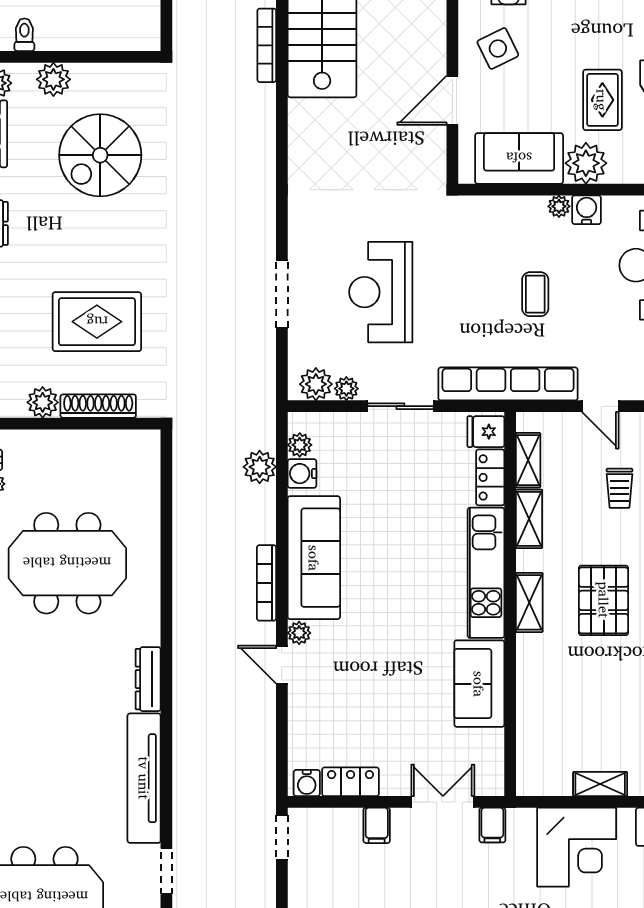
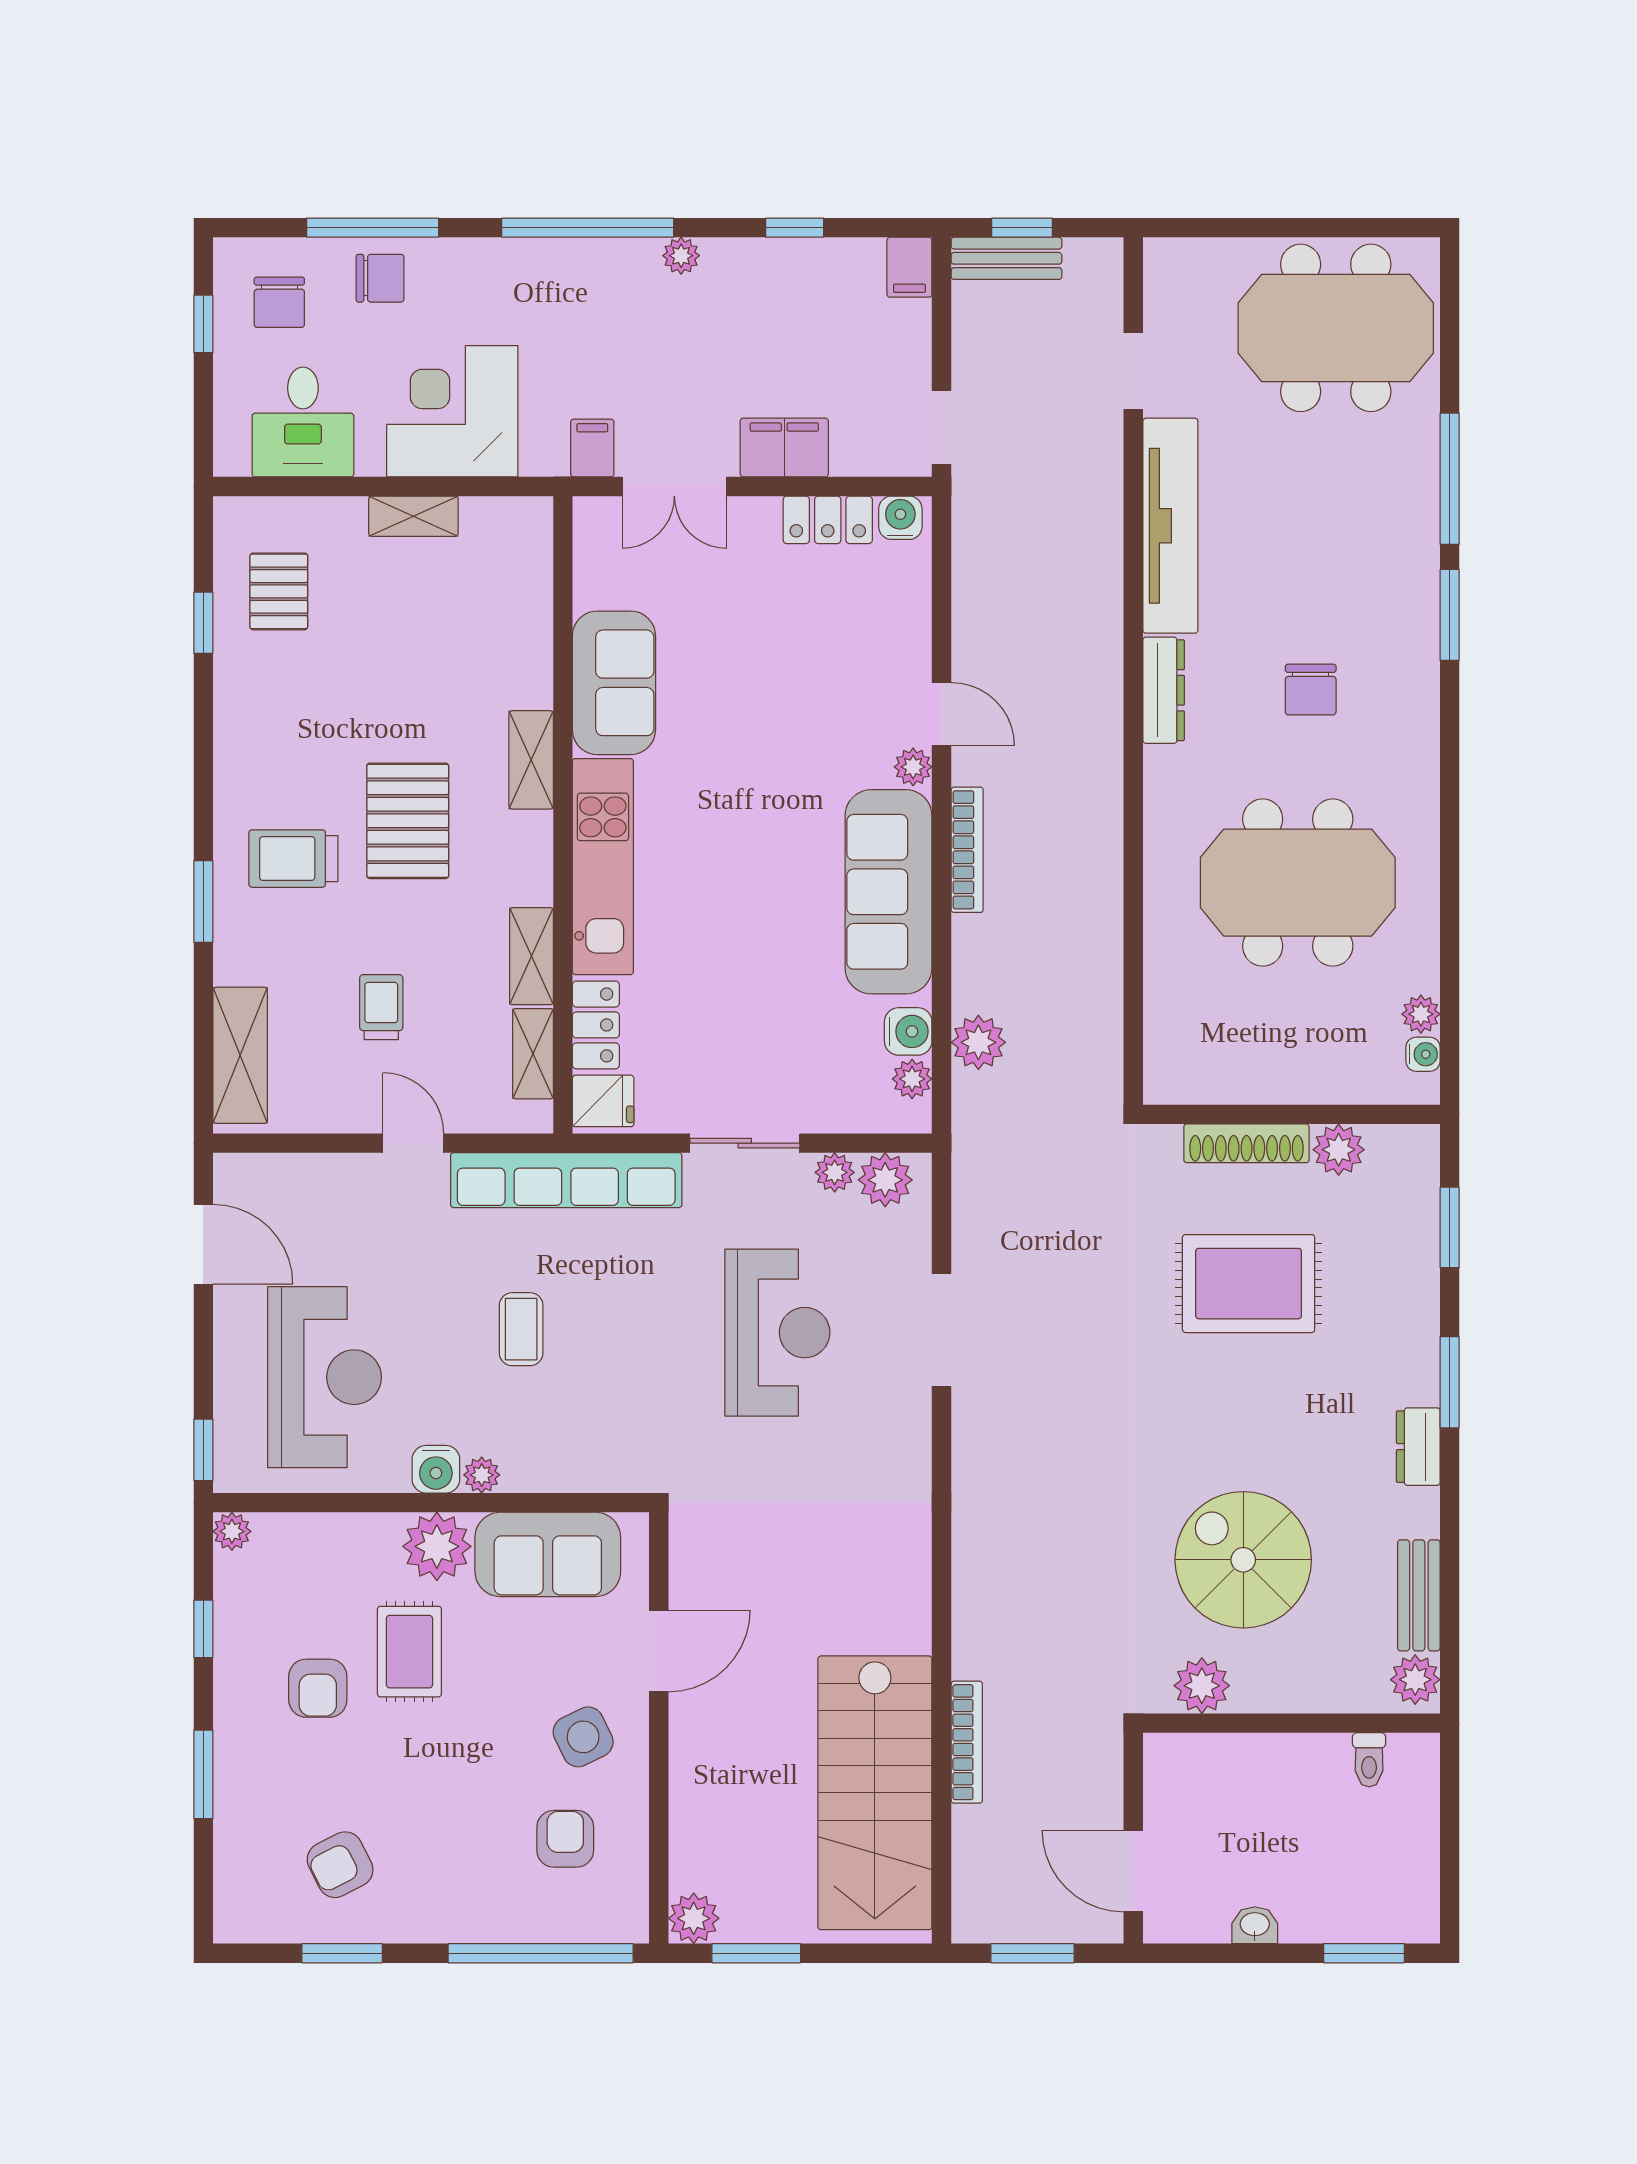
plant: (53, 79) -> (1202, 1686), moved
spiral stairs: (100, 155) -> (1243, 1560), turned -90
shelving: (529, 602) -> (531, 760), moved
chair: (60, 679) -> (1311, 690), added
filing cabinet: (377, 825) -> (784, 447), width x2.00

